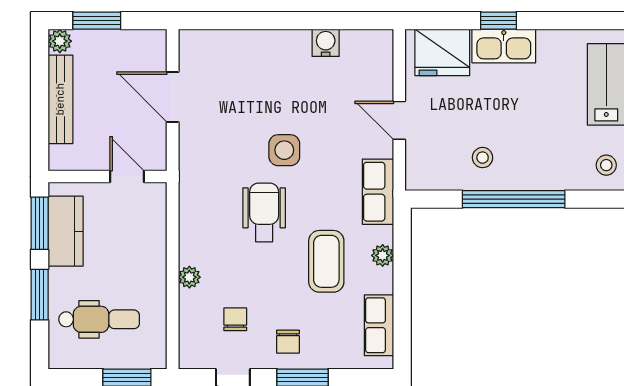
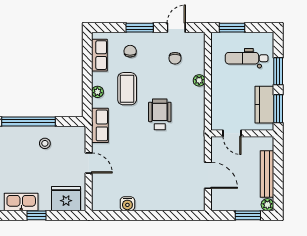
kitchen sink: (504, 46) -> (21, 202), moved
side table: (284, 150) -> (149, 147), removed
wheelchair: (264, 213) -> (160, 114), turned 180
chair: (288, 342) -> (130, 51), moved

